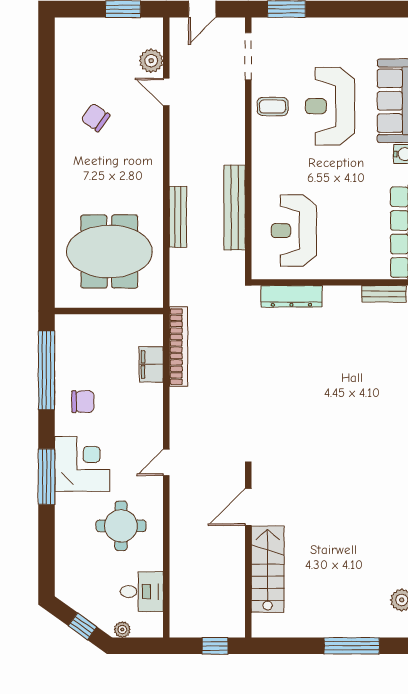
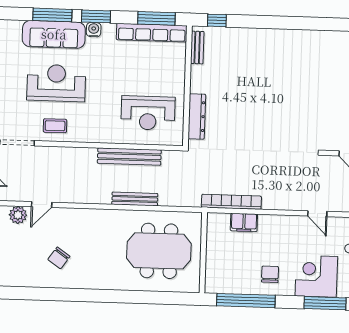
coffee table: (273, 106) -> (55, 126), turned 90
reception desk: (330, 106) -> (56, 83), turned 180
meeting table: (109, 251) -> (159, 251), turned 90

